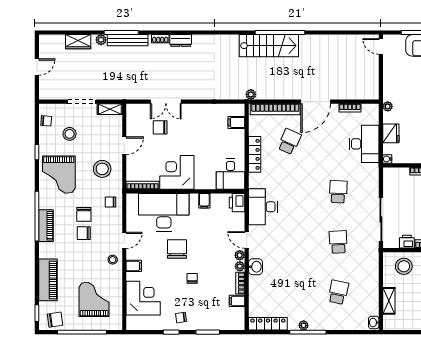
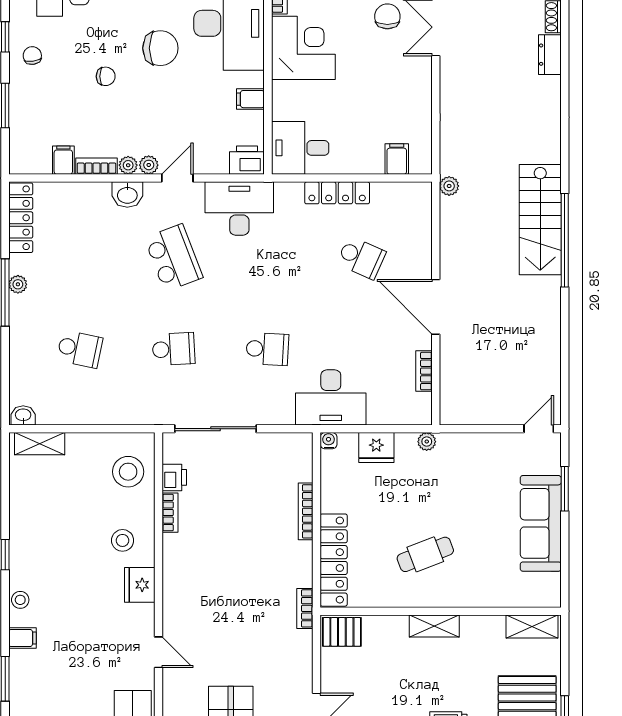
bookcase: (275, 109) -> (422, 231), removed
desk: (364, 144) -> (331, 397), moved
school desk: (289, 242) -> (174, 258), added
shelving: (389, 301) -> (40, 444), moved

